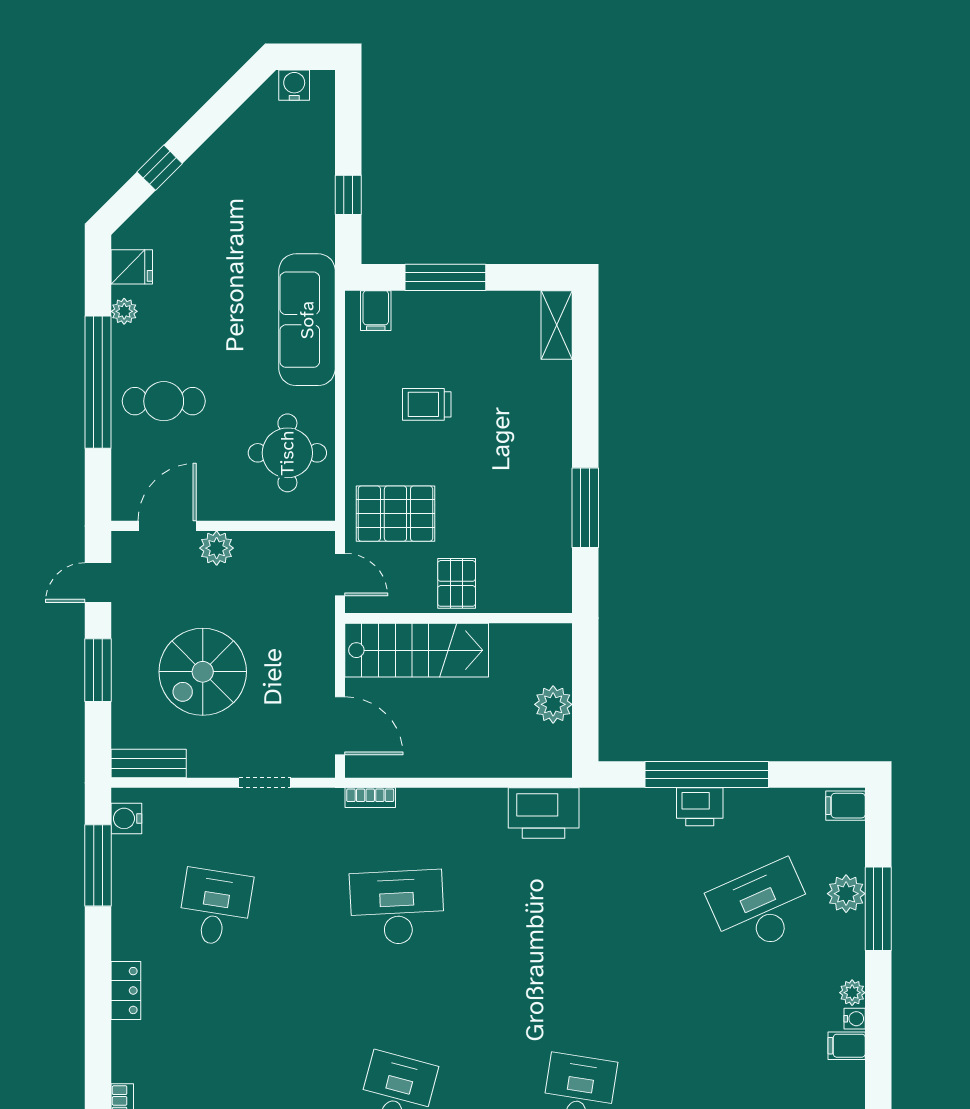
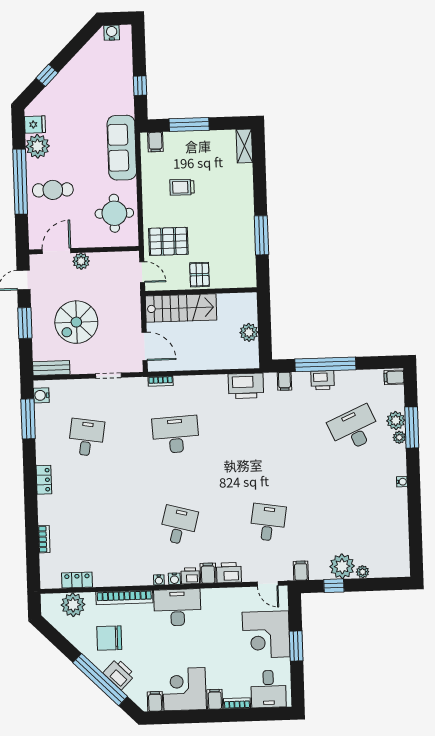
plant: (124, 311) -> (38, 146), width x1.88, depth x1.88
plant: (852, 993) -> (399, 437), moved
filing cabinet: (847, 1046) -> (284, 381), moved, turned -90

